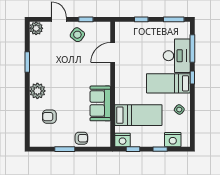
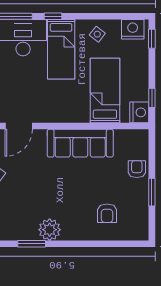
door: (113, 53) -> (19, 126), hinge flipped
plant: (37, 91) -> (50, 230), moved
sofa: (100, 103) -> (80, 143), width x1.36
nightstand: (173, 140) -> (133, 29), moved, turned -90
window: (160, 149) -> (152, 39), moved

